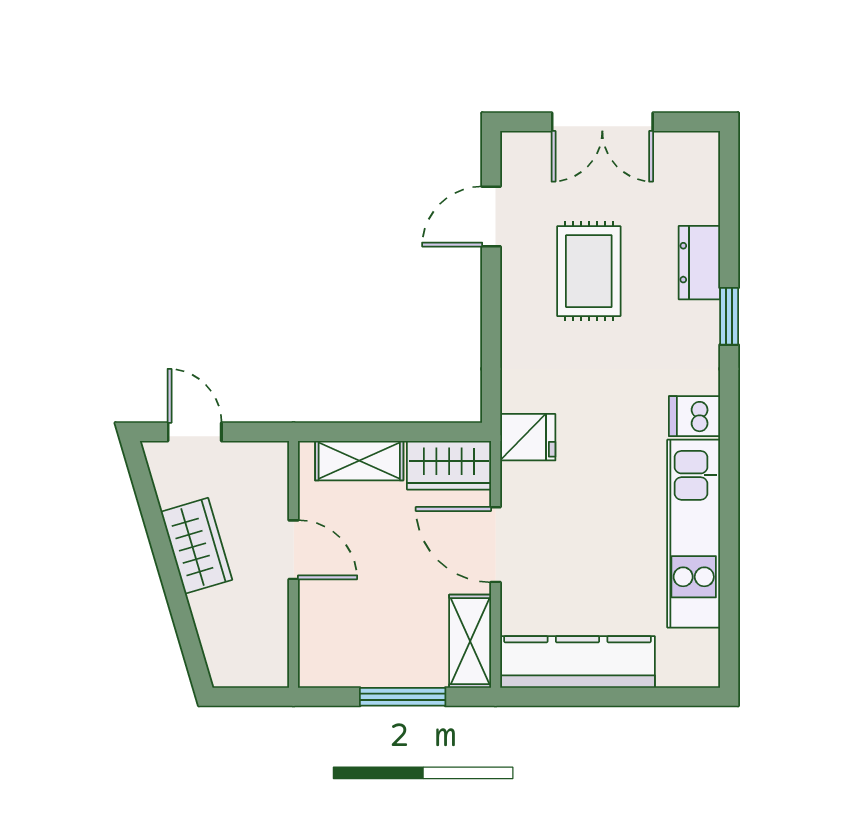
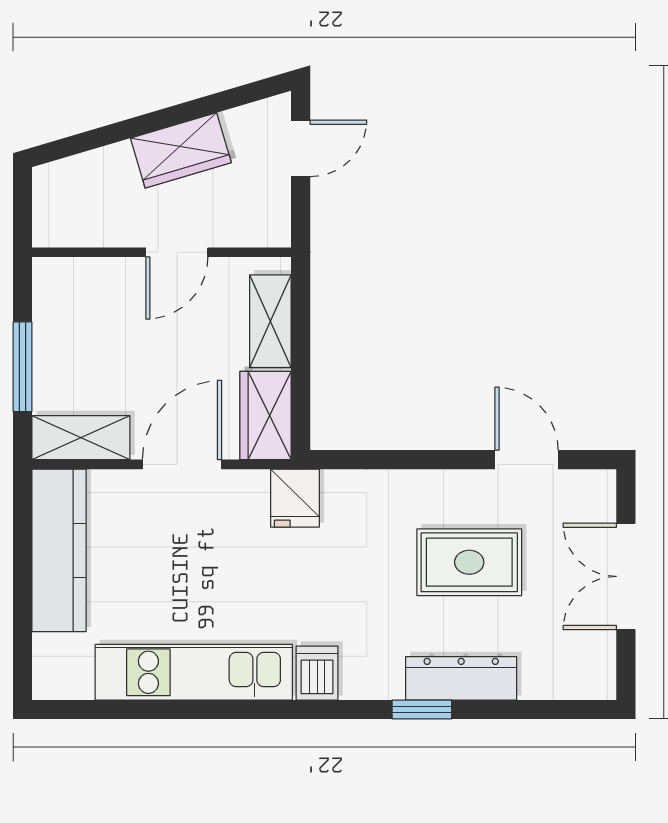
dresser: (699, 263) -> (461, 678), width x1.44

